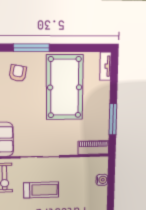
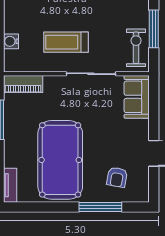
treadmill: (41, 190) -> (66, 42), moved

